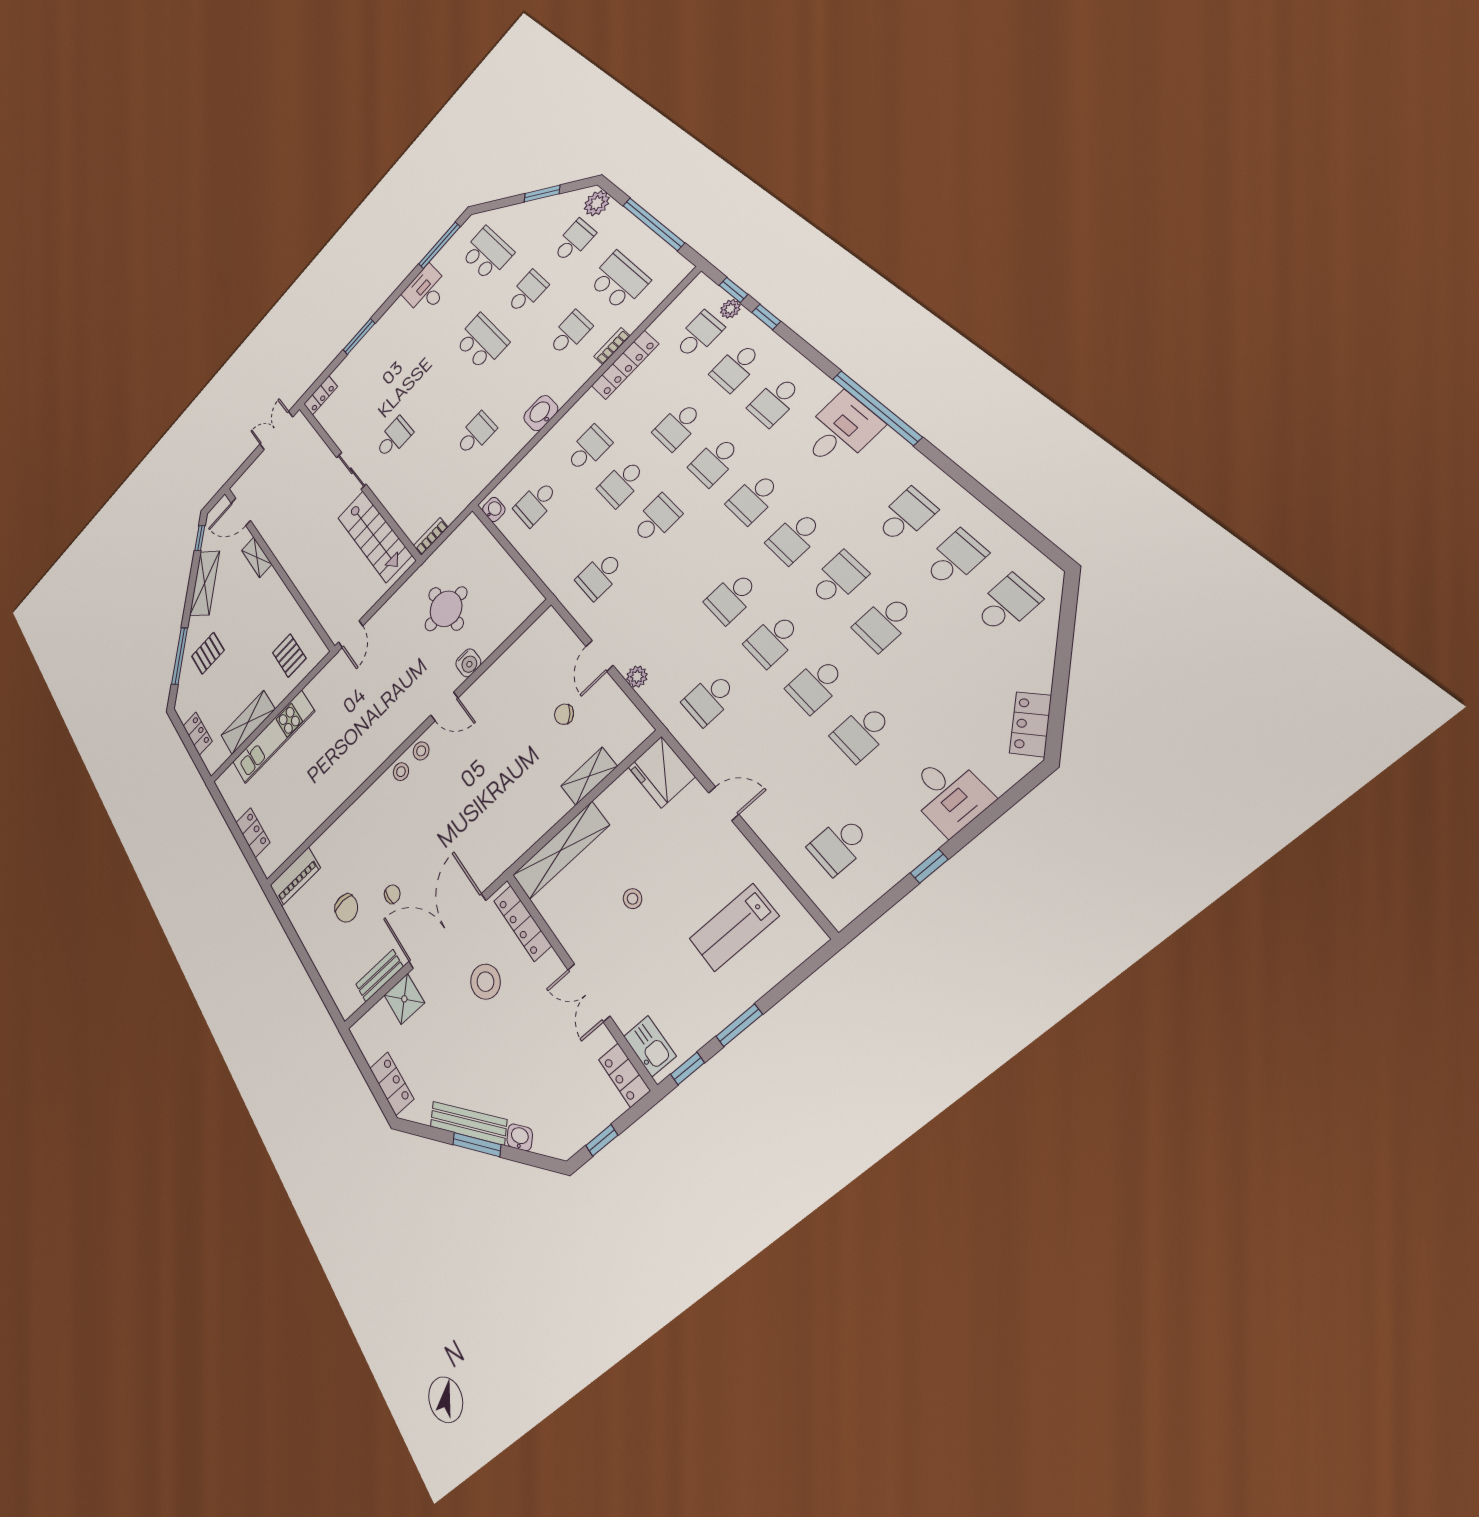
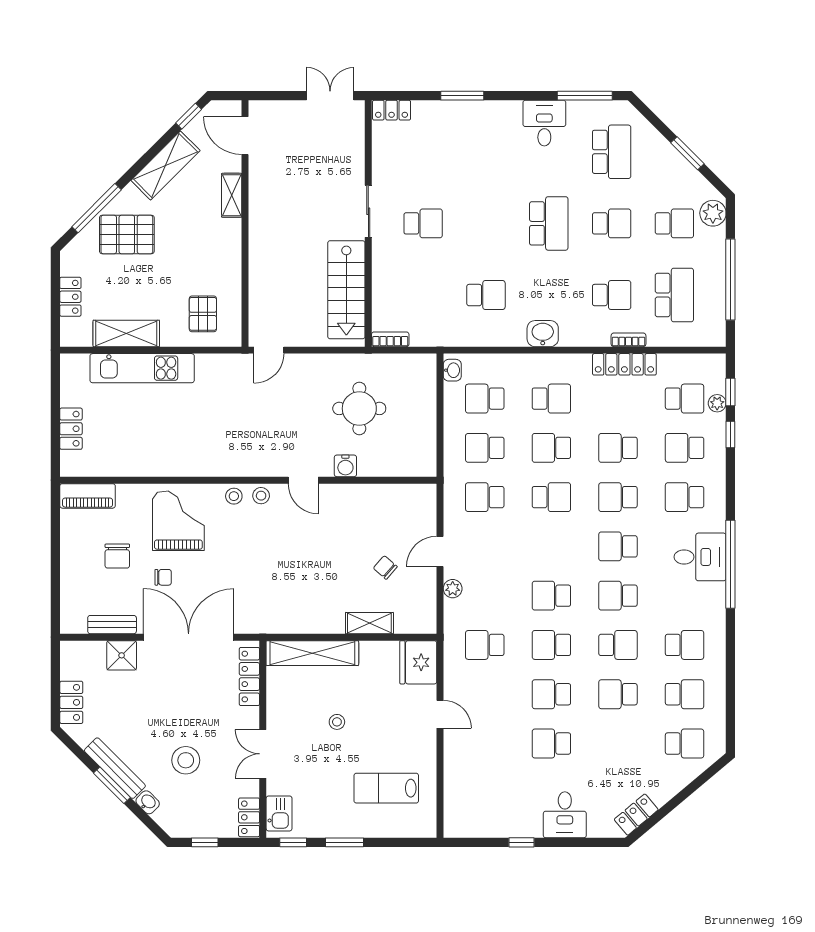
pallet: (208, 653) -> (127, 234), width x1.50, depth x1.42
grand piano: (373, 833) -> (178, 521), added
school desk: (839, 845) -> (485, 448), moved
stool: (485, 982) -> (186, 760), moved

